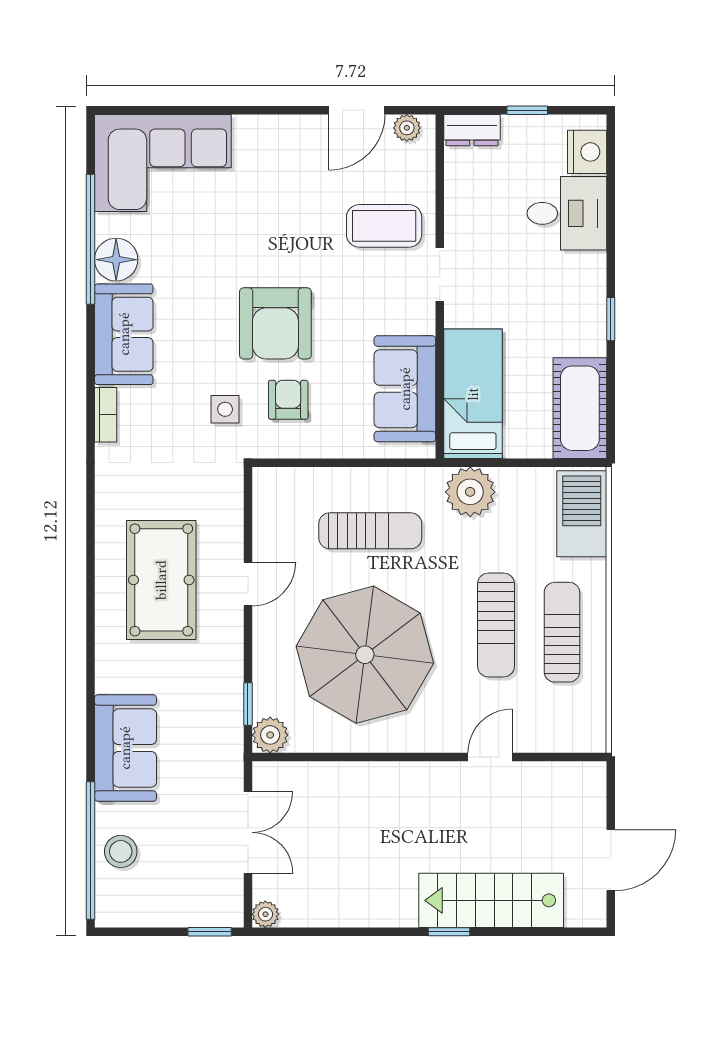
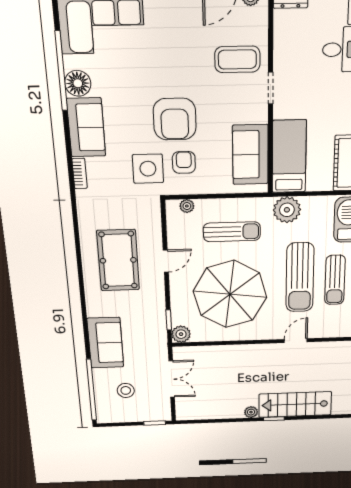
side table: (225, 409) -> (148, 169), width x1.87, depth x1.87
plant: (291, 480) -> (187, 206), added
sun lounger: (496, 625) -> (300, 277), width x1.36, depth x1.34
sun lounger: (562, 632) -> (335, 280), turned 180
stool: (121, 851) -> (126, 390), moved
plant: (265, 914) -> (251, 412), moved

